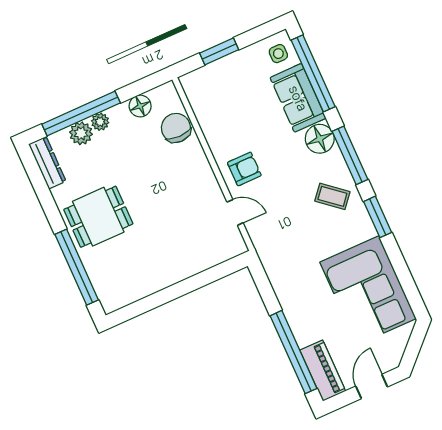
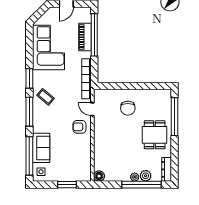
floor lamp: (140, 106) -> (99, 176), moved
chair: (176, 128) -> (128, 108), moved
floor lamp: (320, 139) -> (40, 125), removed
dining table: (98, 217) -> (155, 135), turned 90
bookcase: (271, 264) -> (87, 79), added
piano: (323, 371) -> (85, 37), moved

